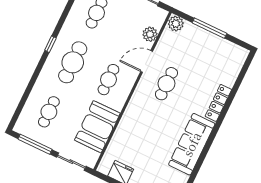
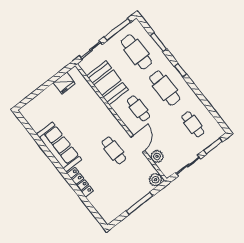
window: (50, 44) -> (180, 70), moved
window: (27, 94) -> (158, 42), added
cafe table: (49, 112) -> (136, 52), width x1.37, depth x1.35

